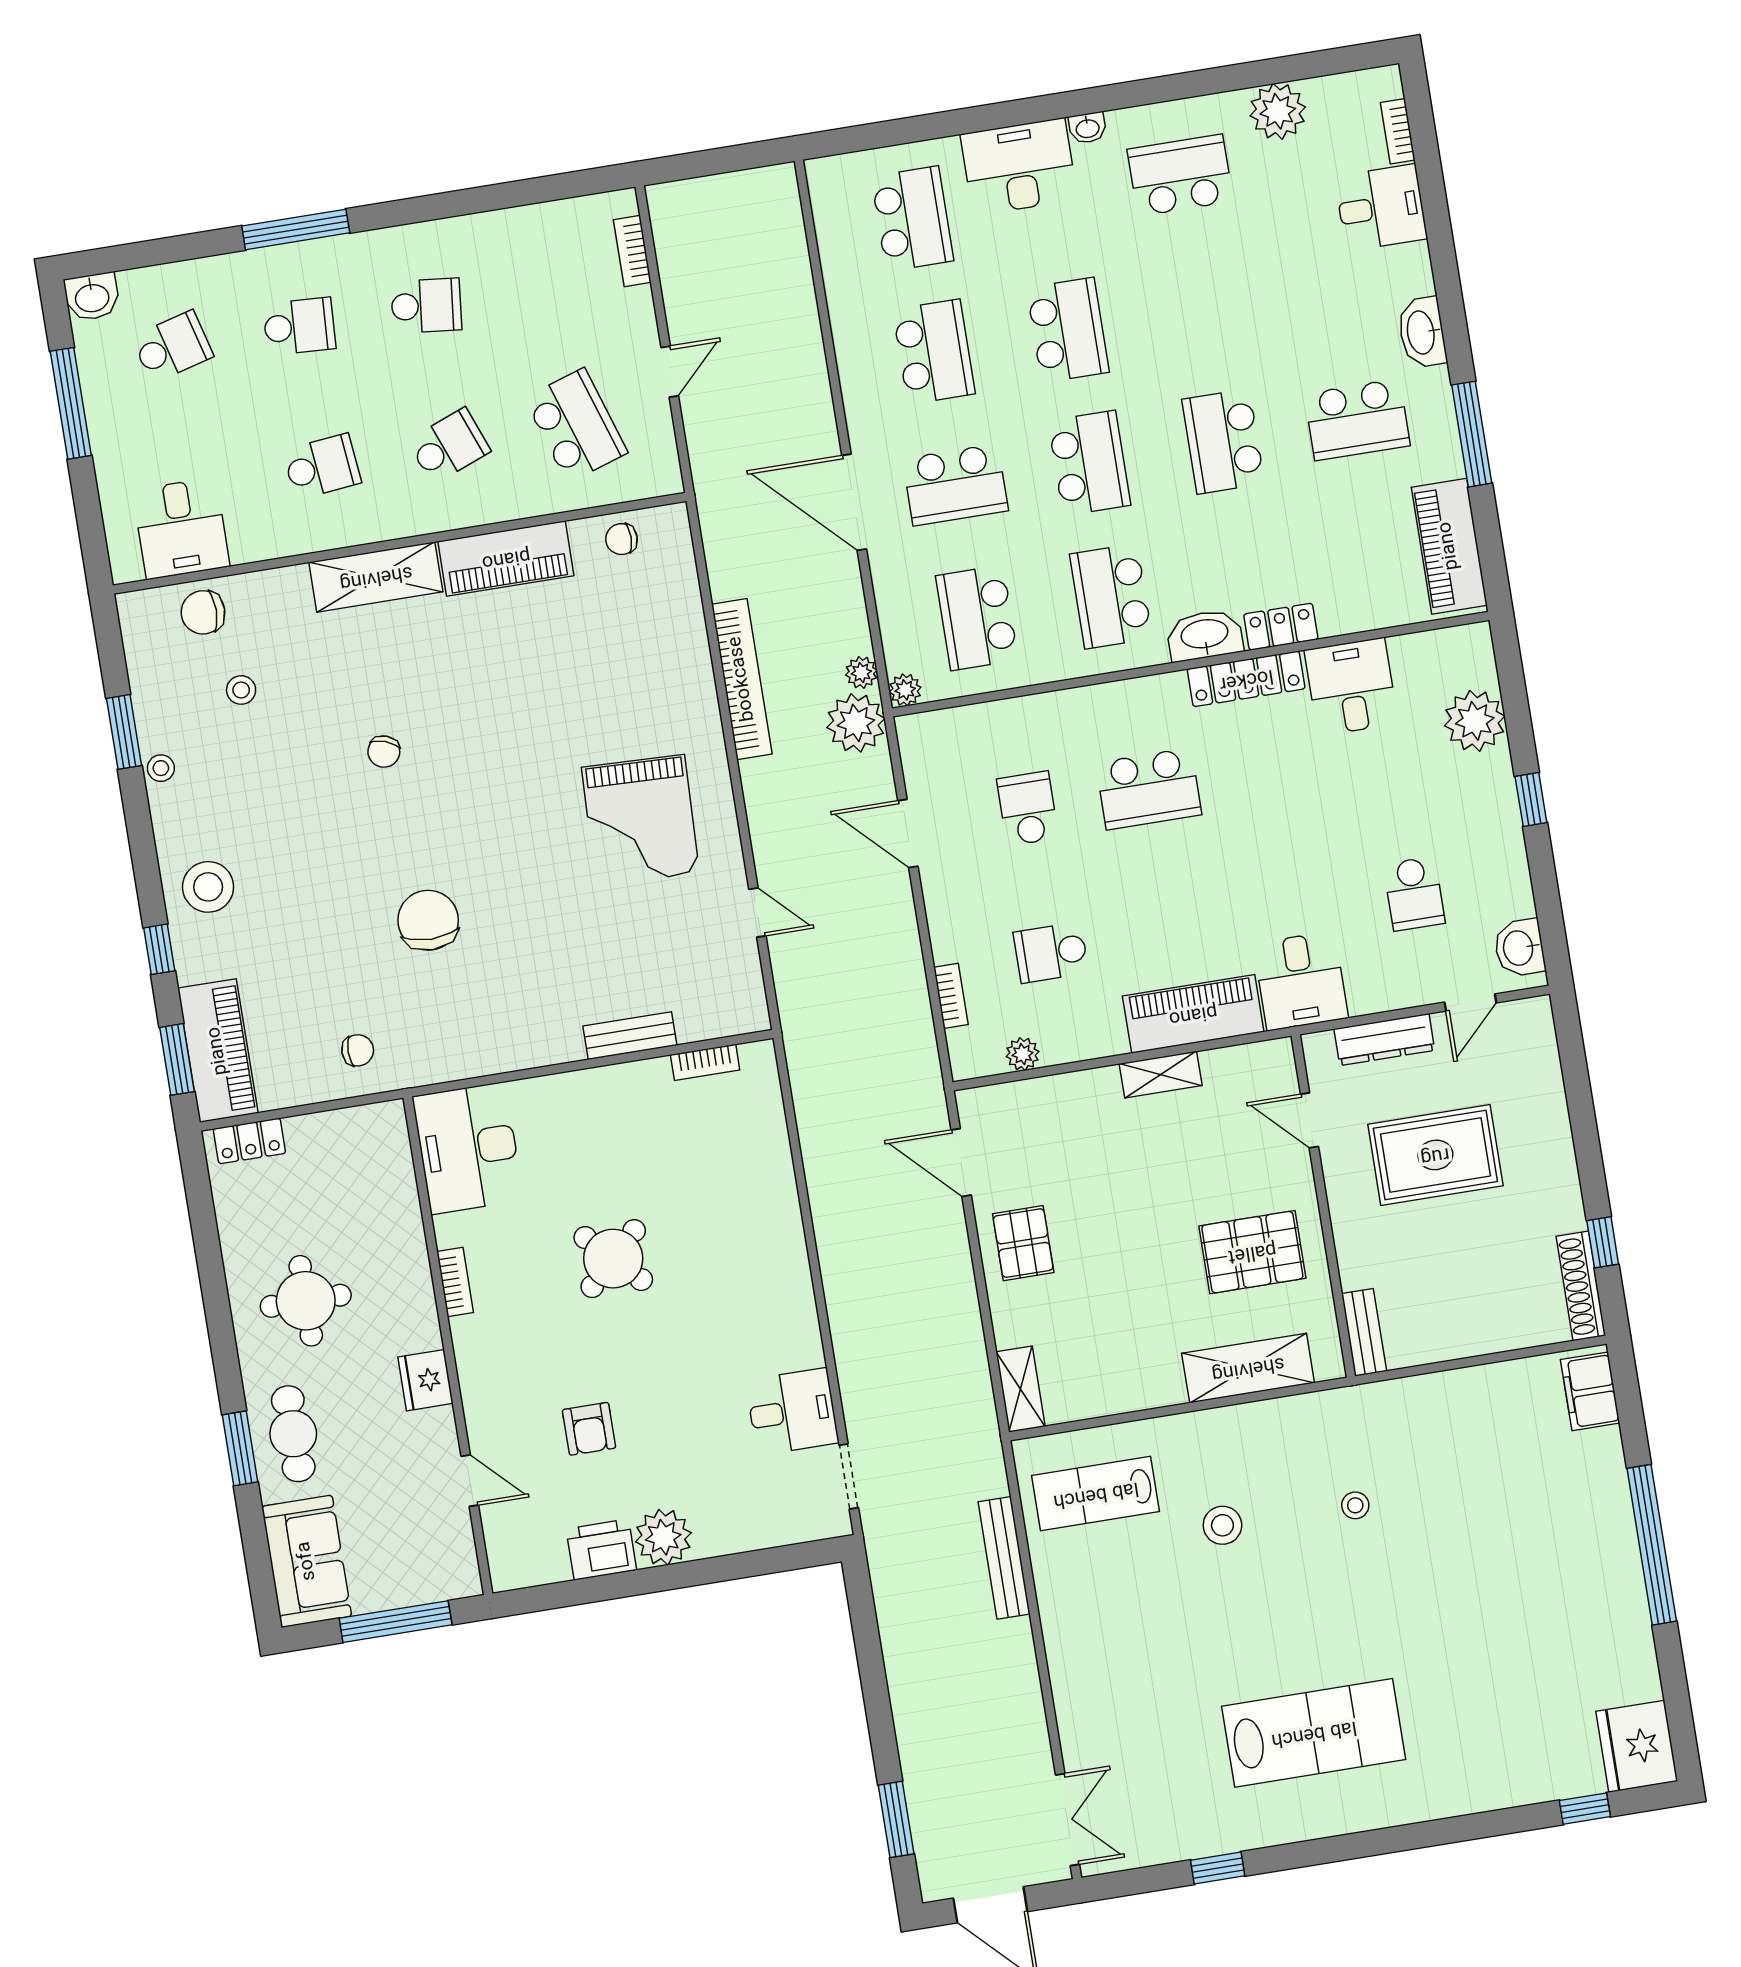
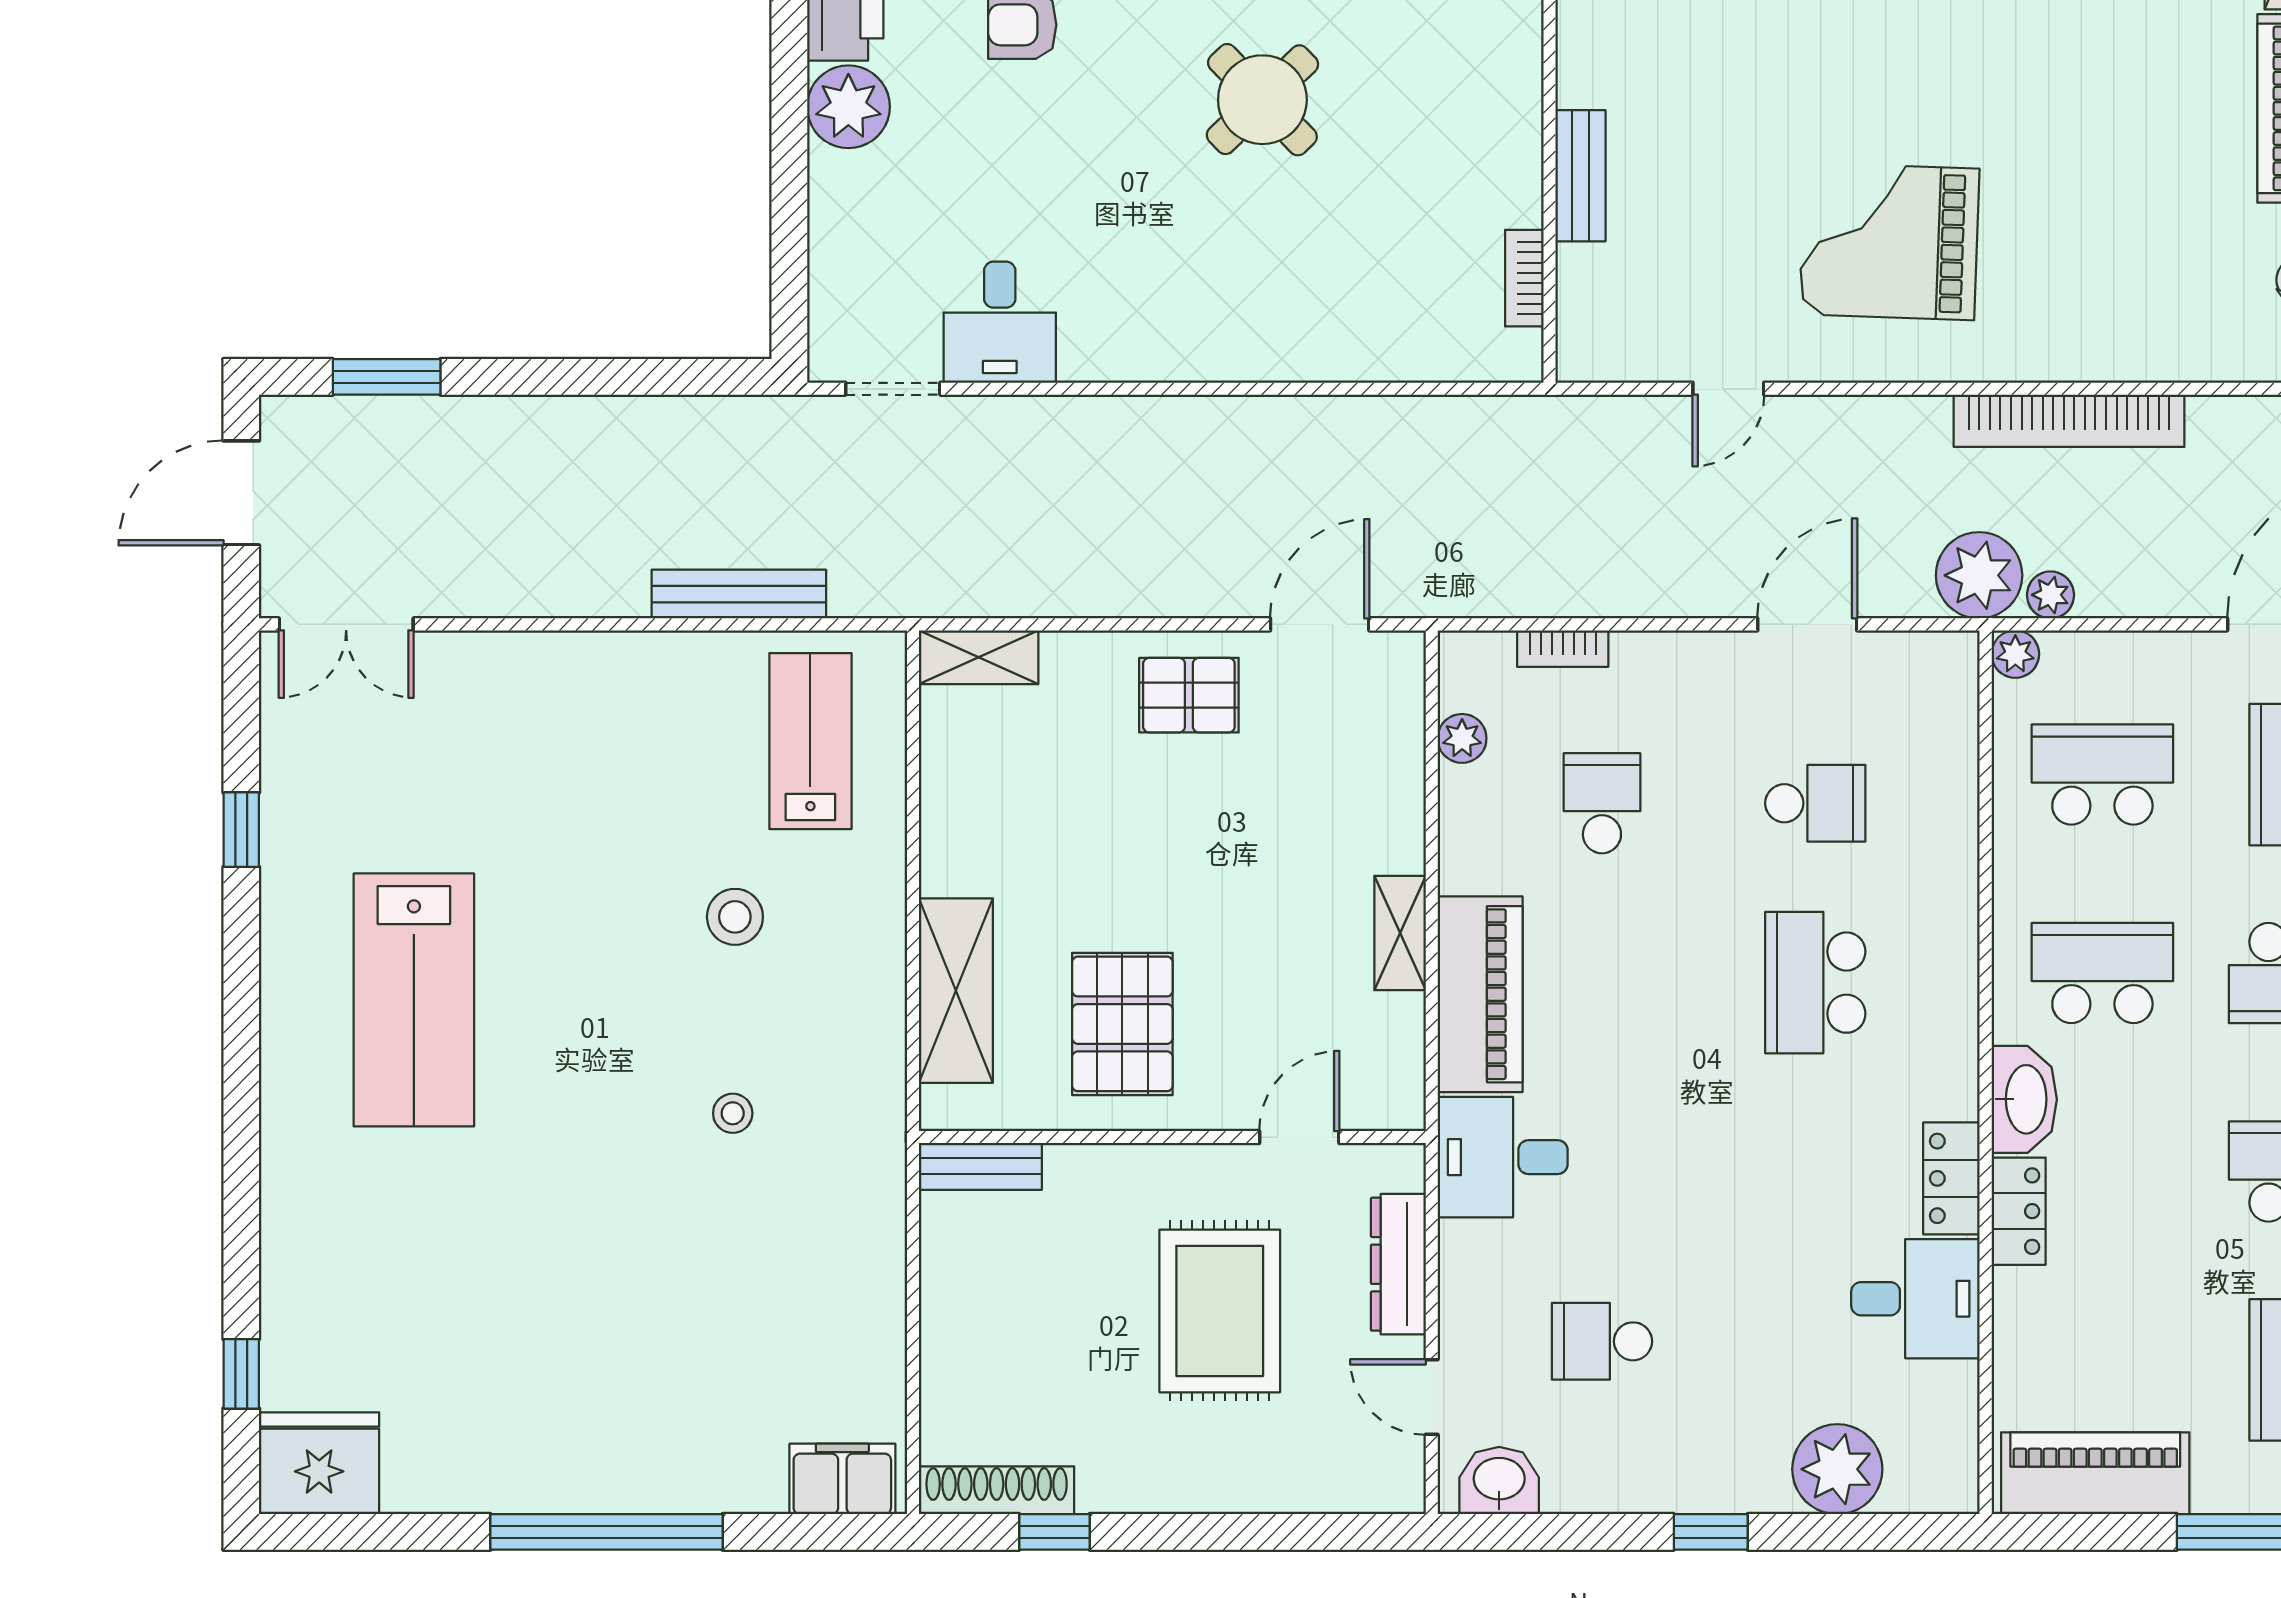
locker: (1246, 679) -> (1951, 1178), width x0.66

